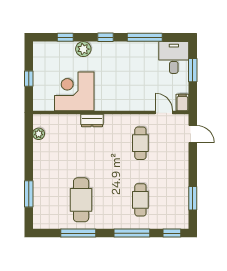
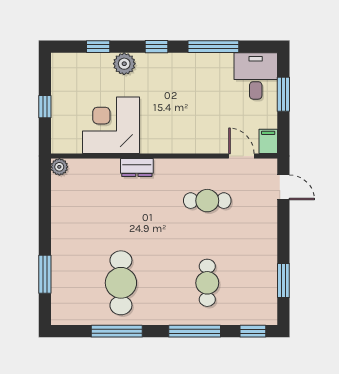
plant: (39, 134) -> (59, 167), moved
cafe table: (140, 143) -> (207, 201), turned 90

